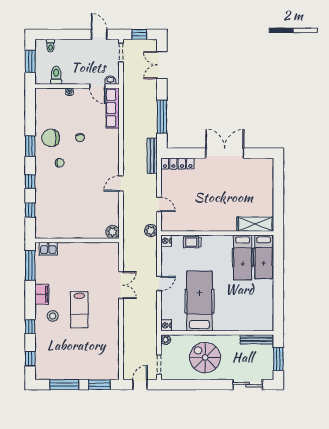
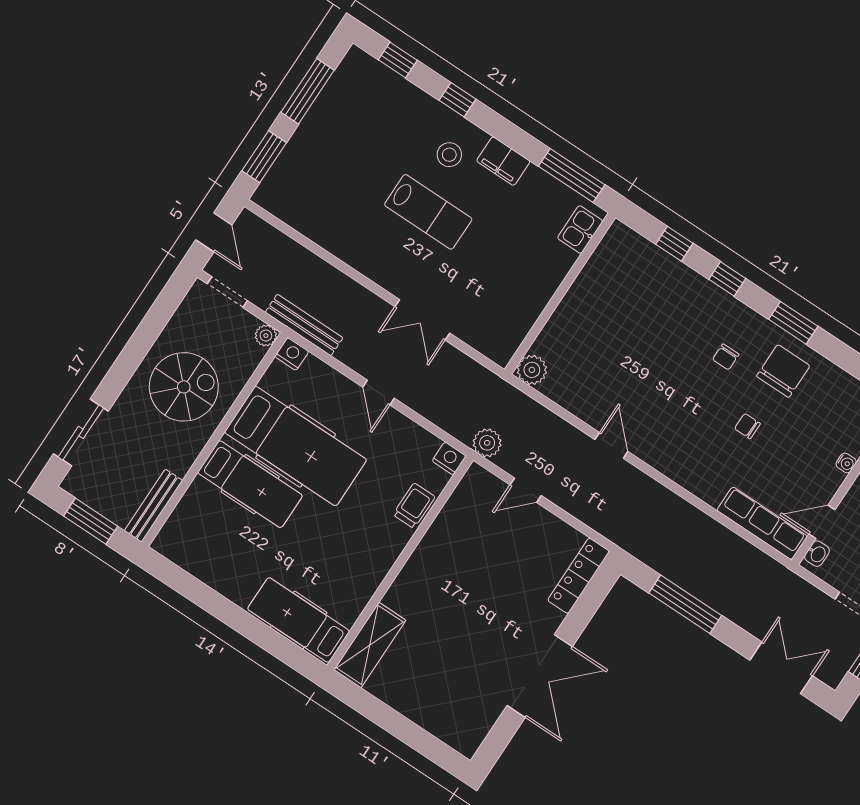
bench: (152, 156) -> (304, 325), moved
hospital bed: (243, 257) -> (250, 484), moved, turned 180
lab bench: (79, 310) -> (428, 212), turned 180

